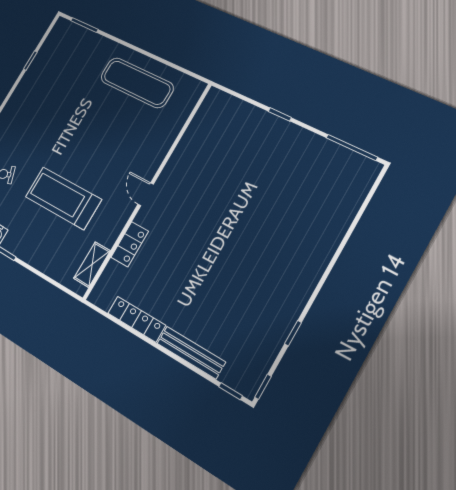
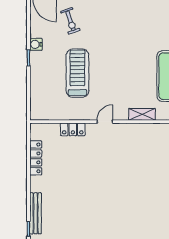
shelving: (92, 265) -> (142, 114), moved
bench: (191, 353) -> (36, 213), moved

